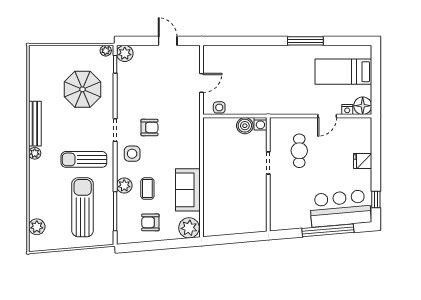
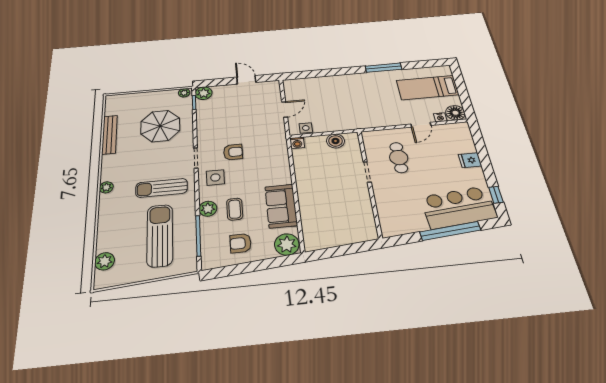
bench: (35, 124) -> (110, 135), moved
washing machine: (260, 124) -> (297, 143), moved

